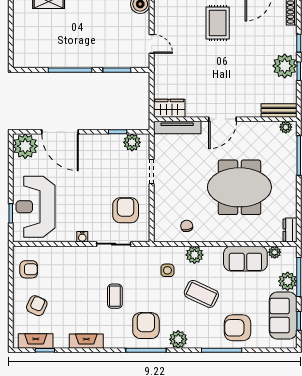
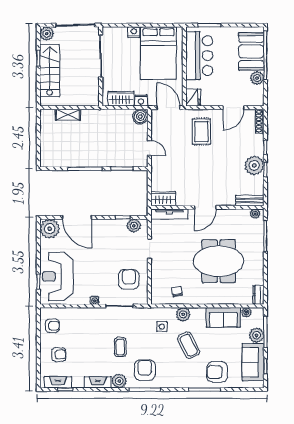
coffee table: (201, 294) -> (189, 345), turned 38
armchair: (37, 306) -> (59, 354), turned 65
plant: (178, 339) -> (119, 381), moved

